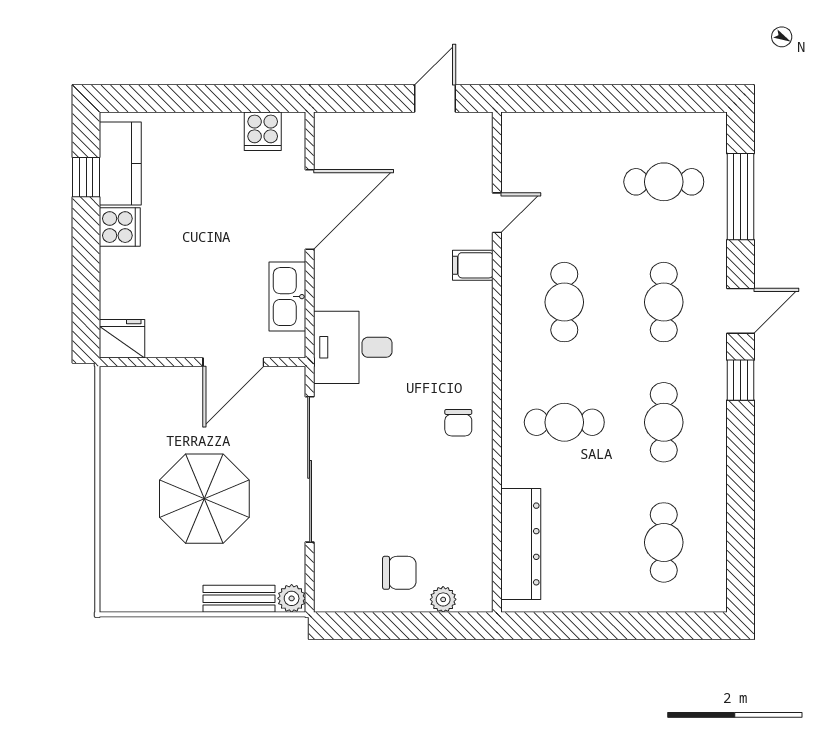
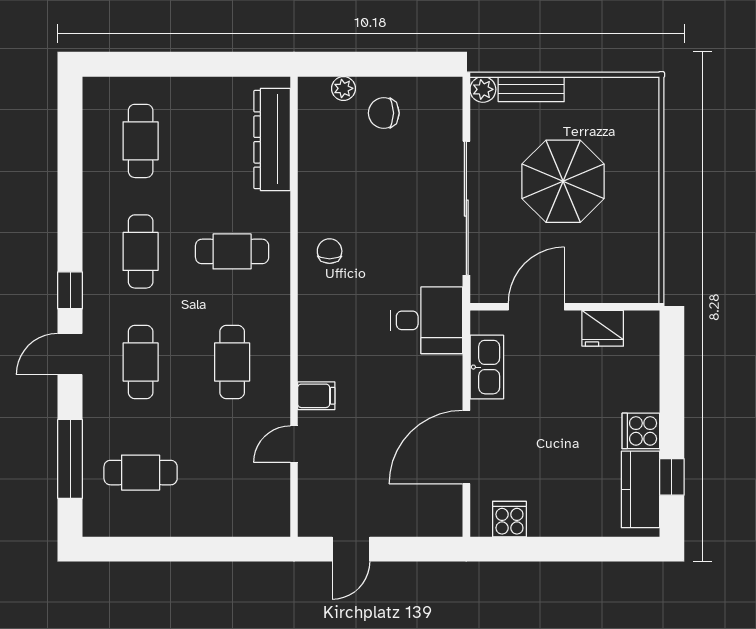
fridge: (122, 339) -> (603, 328), moved

